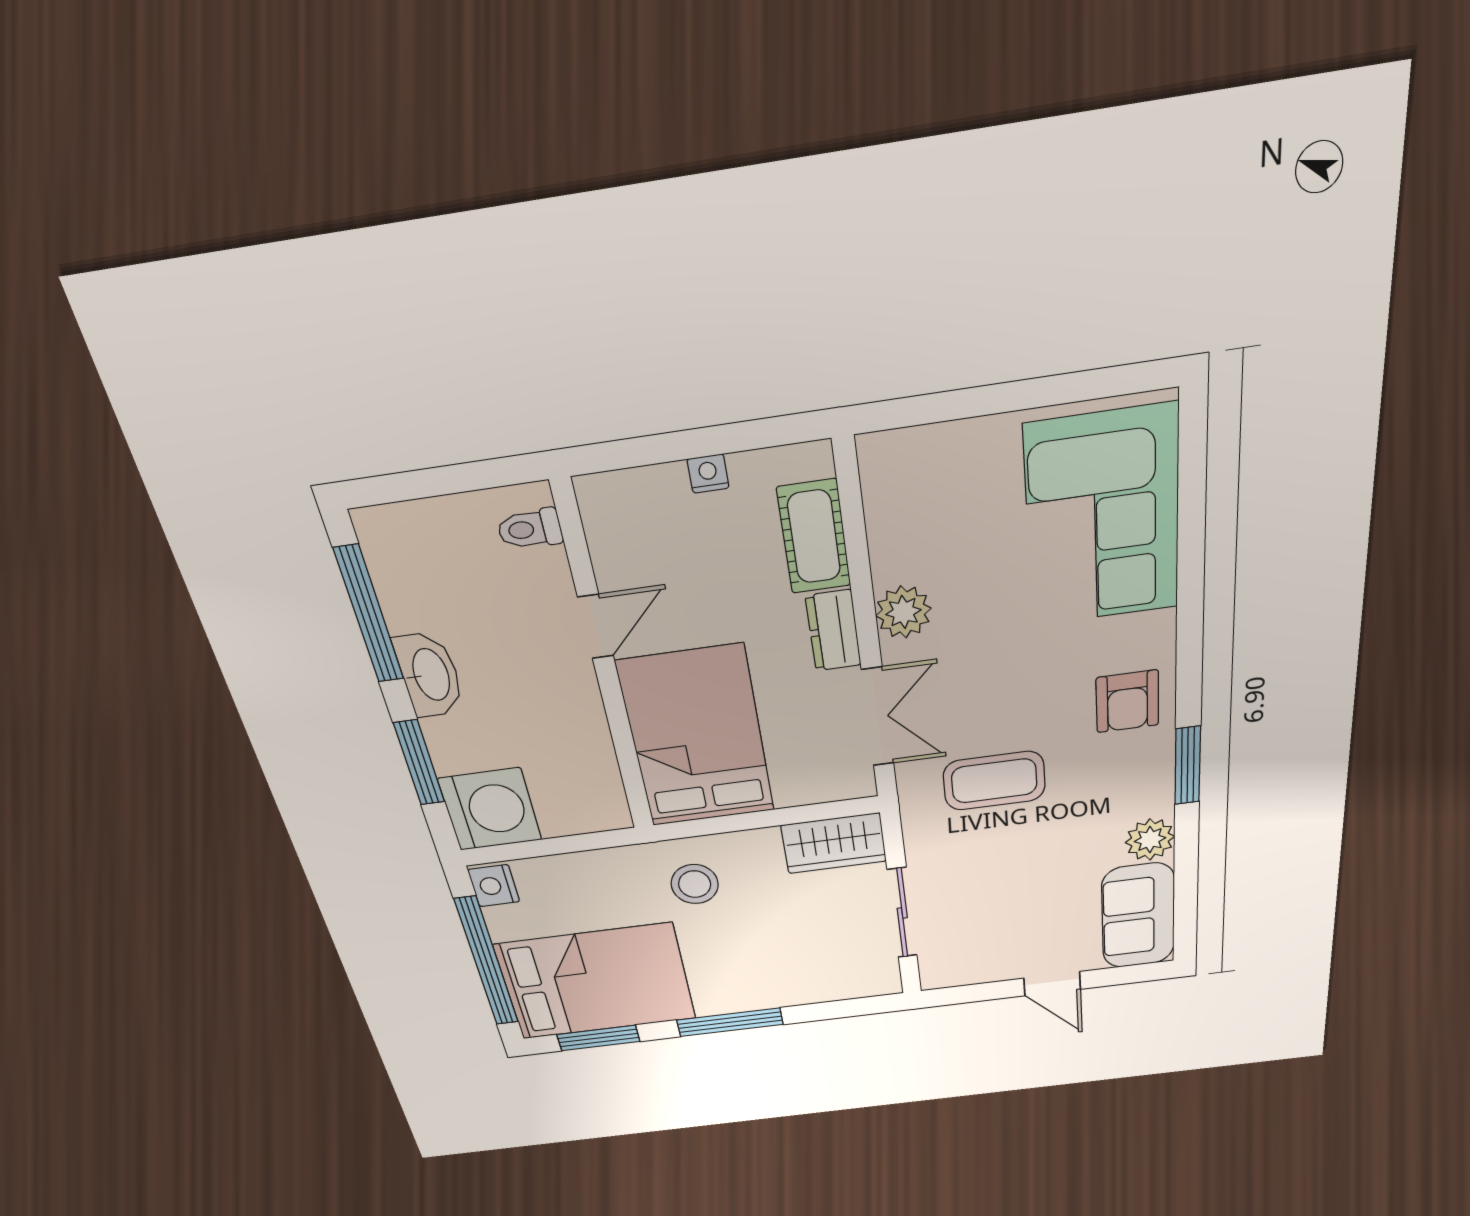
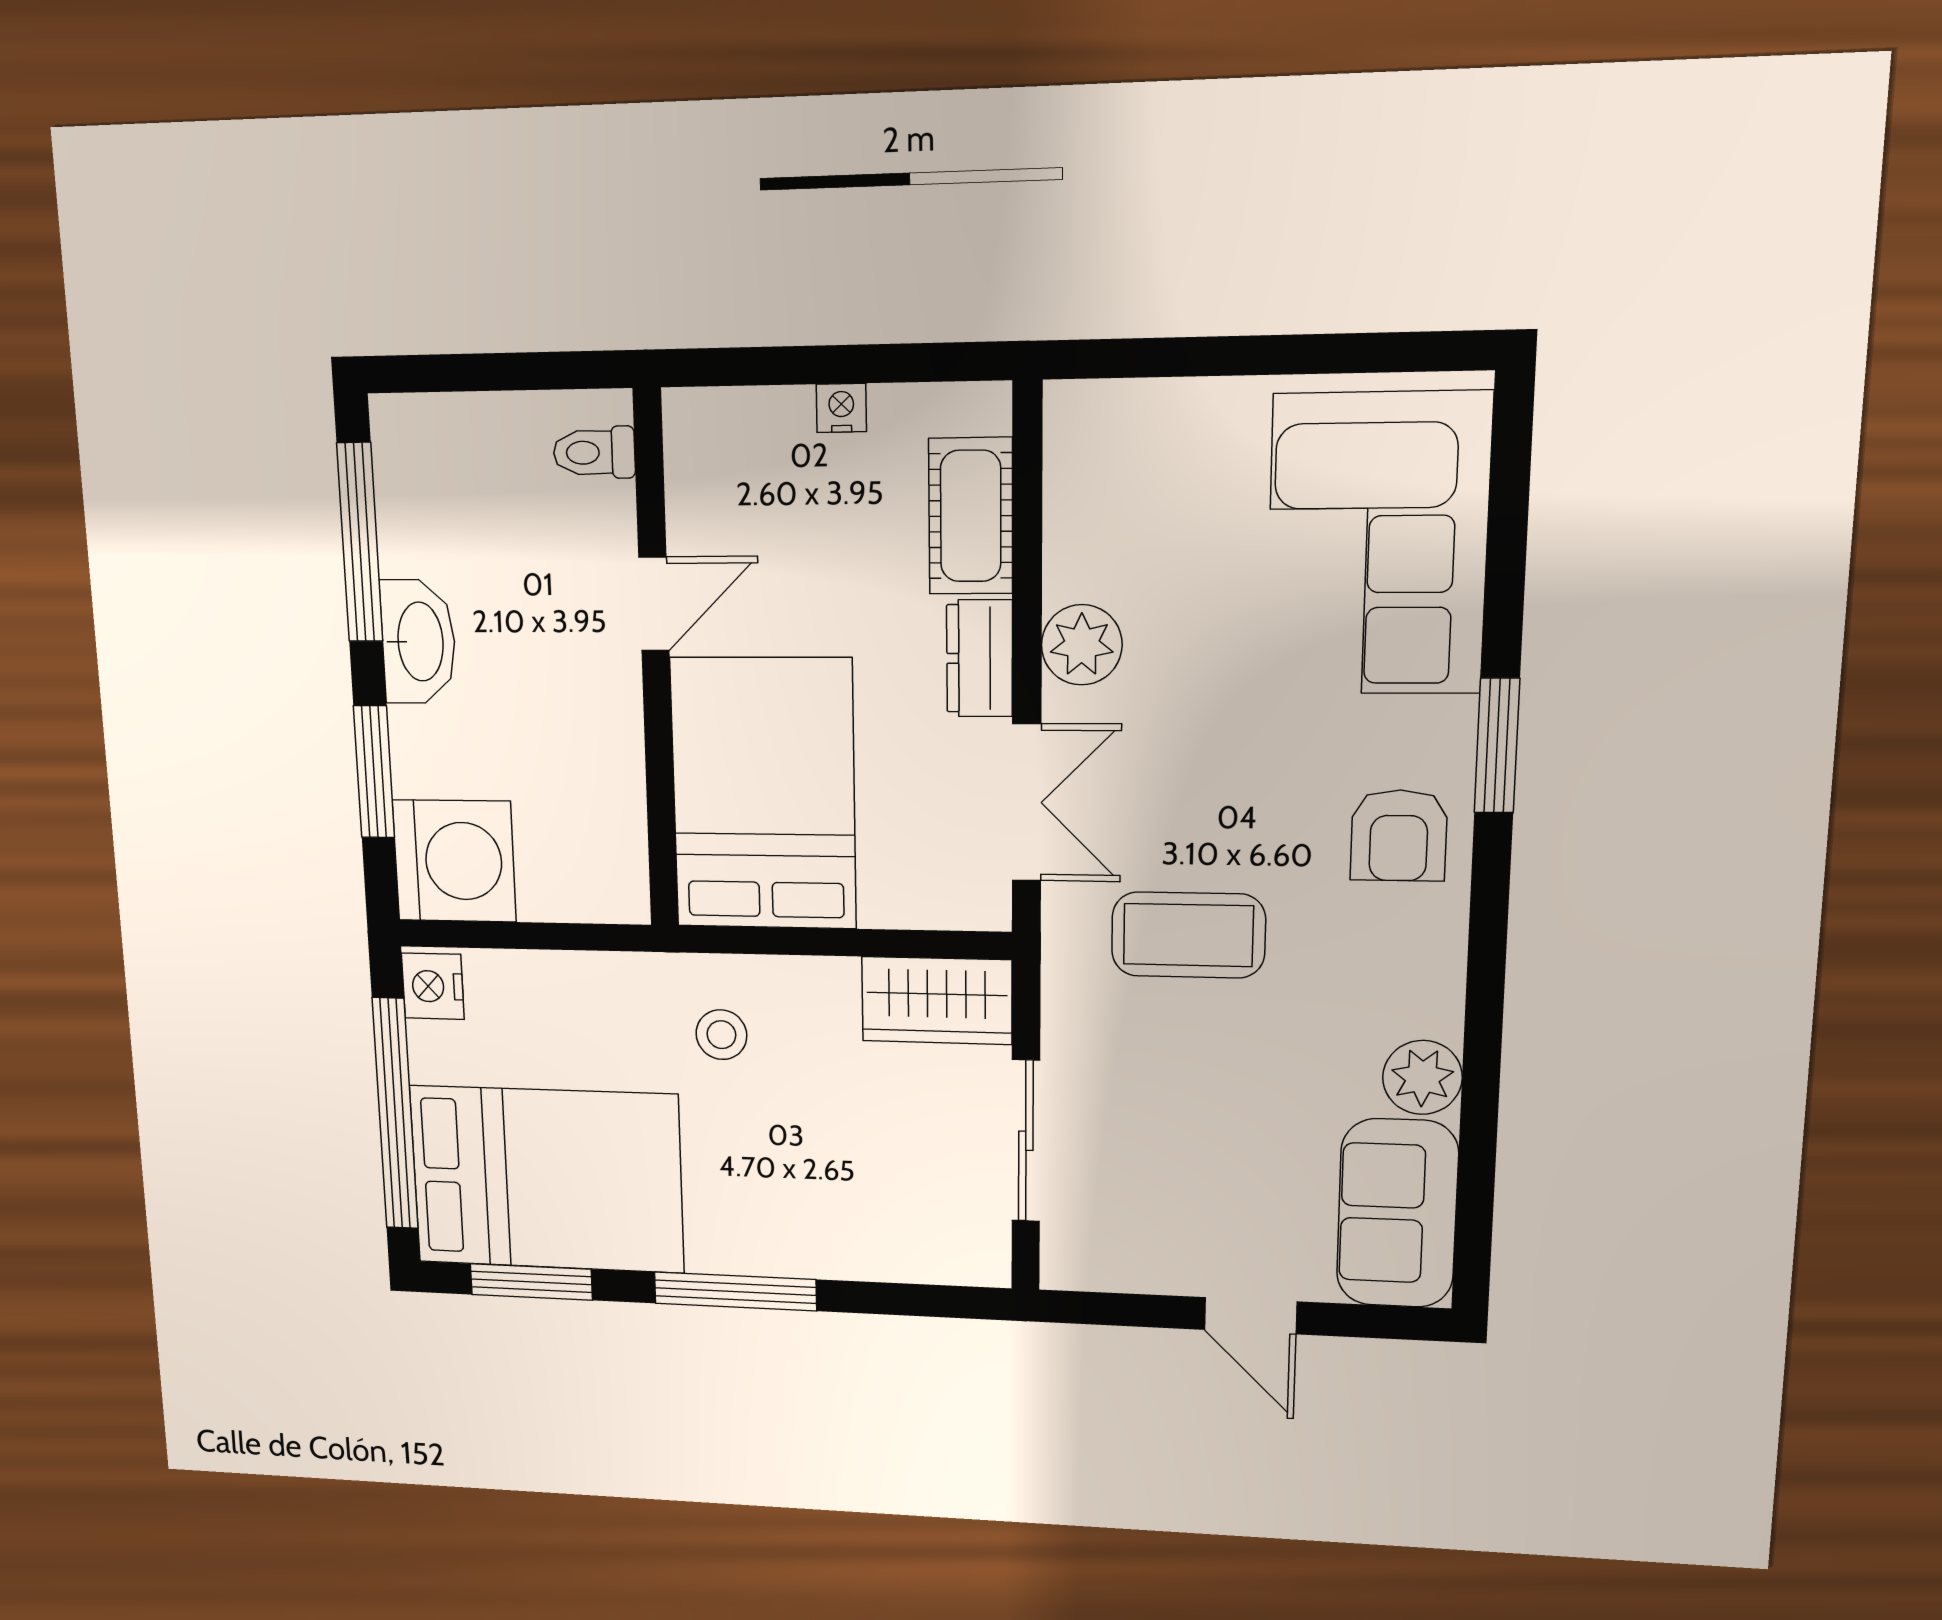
window: (1188, 766) -> (1497, 746), moved
stool: (695, 884) -> (721, 1035), width x0.73, depth x0.73

